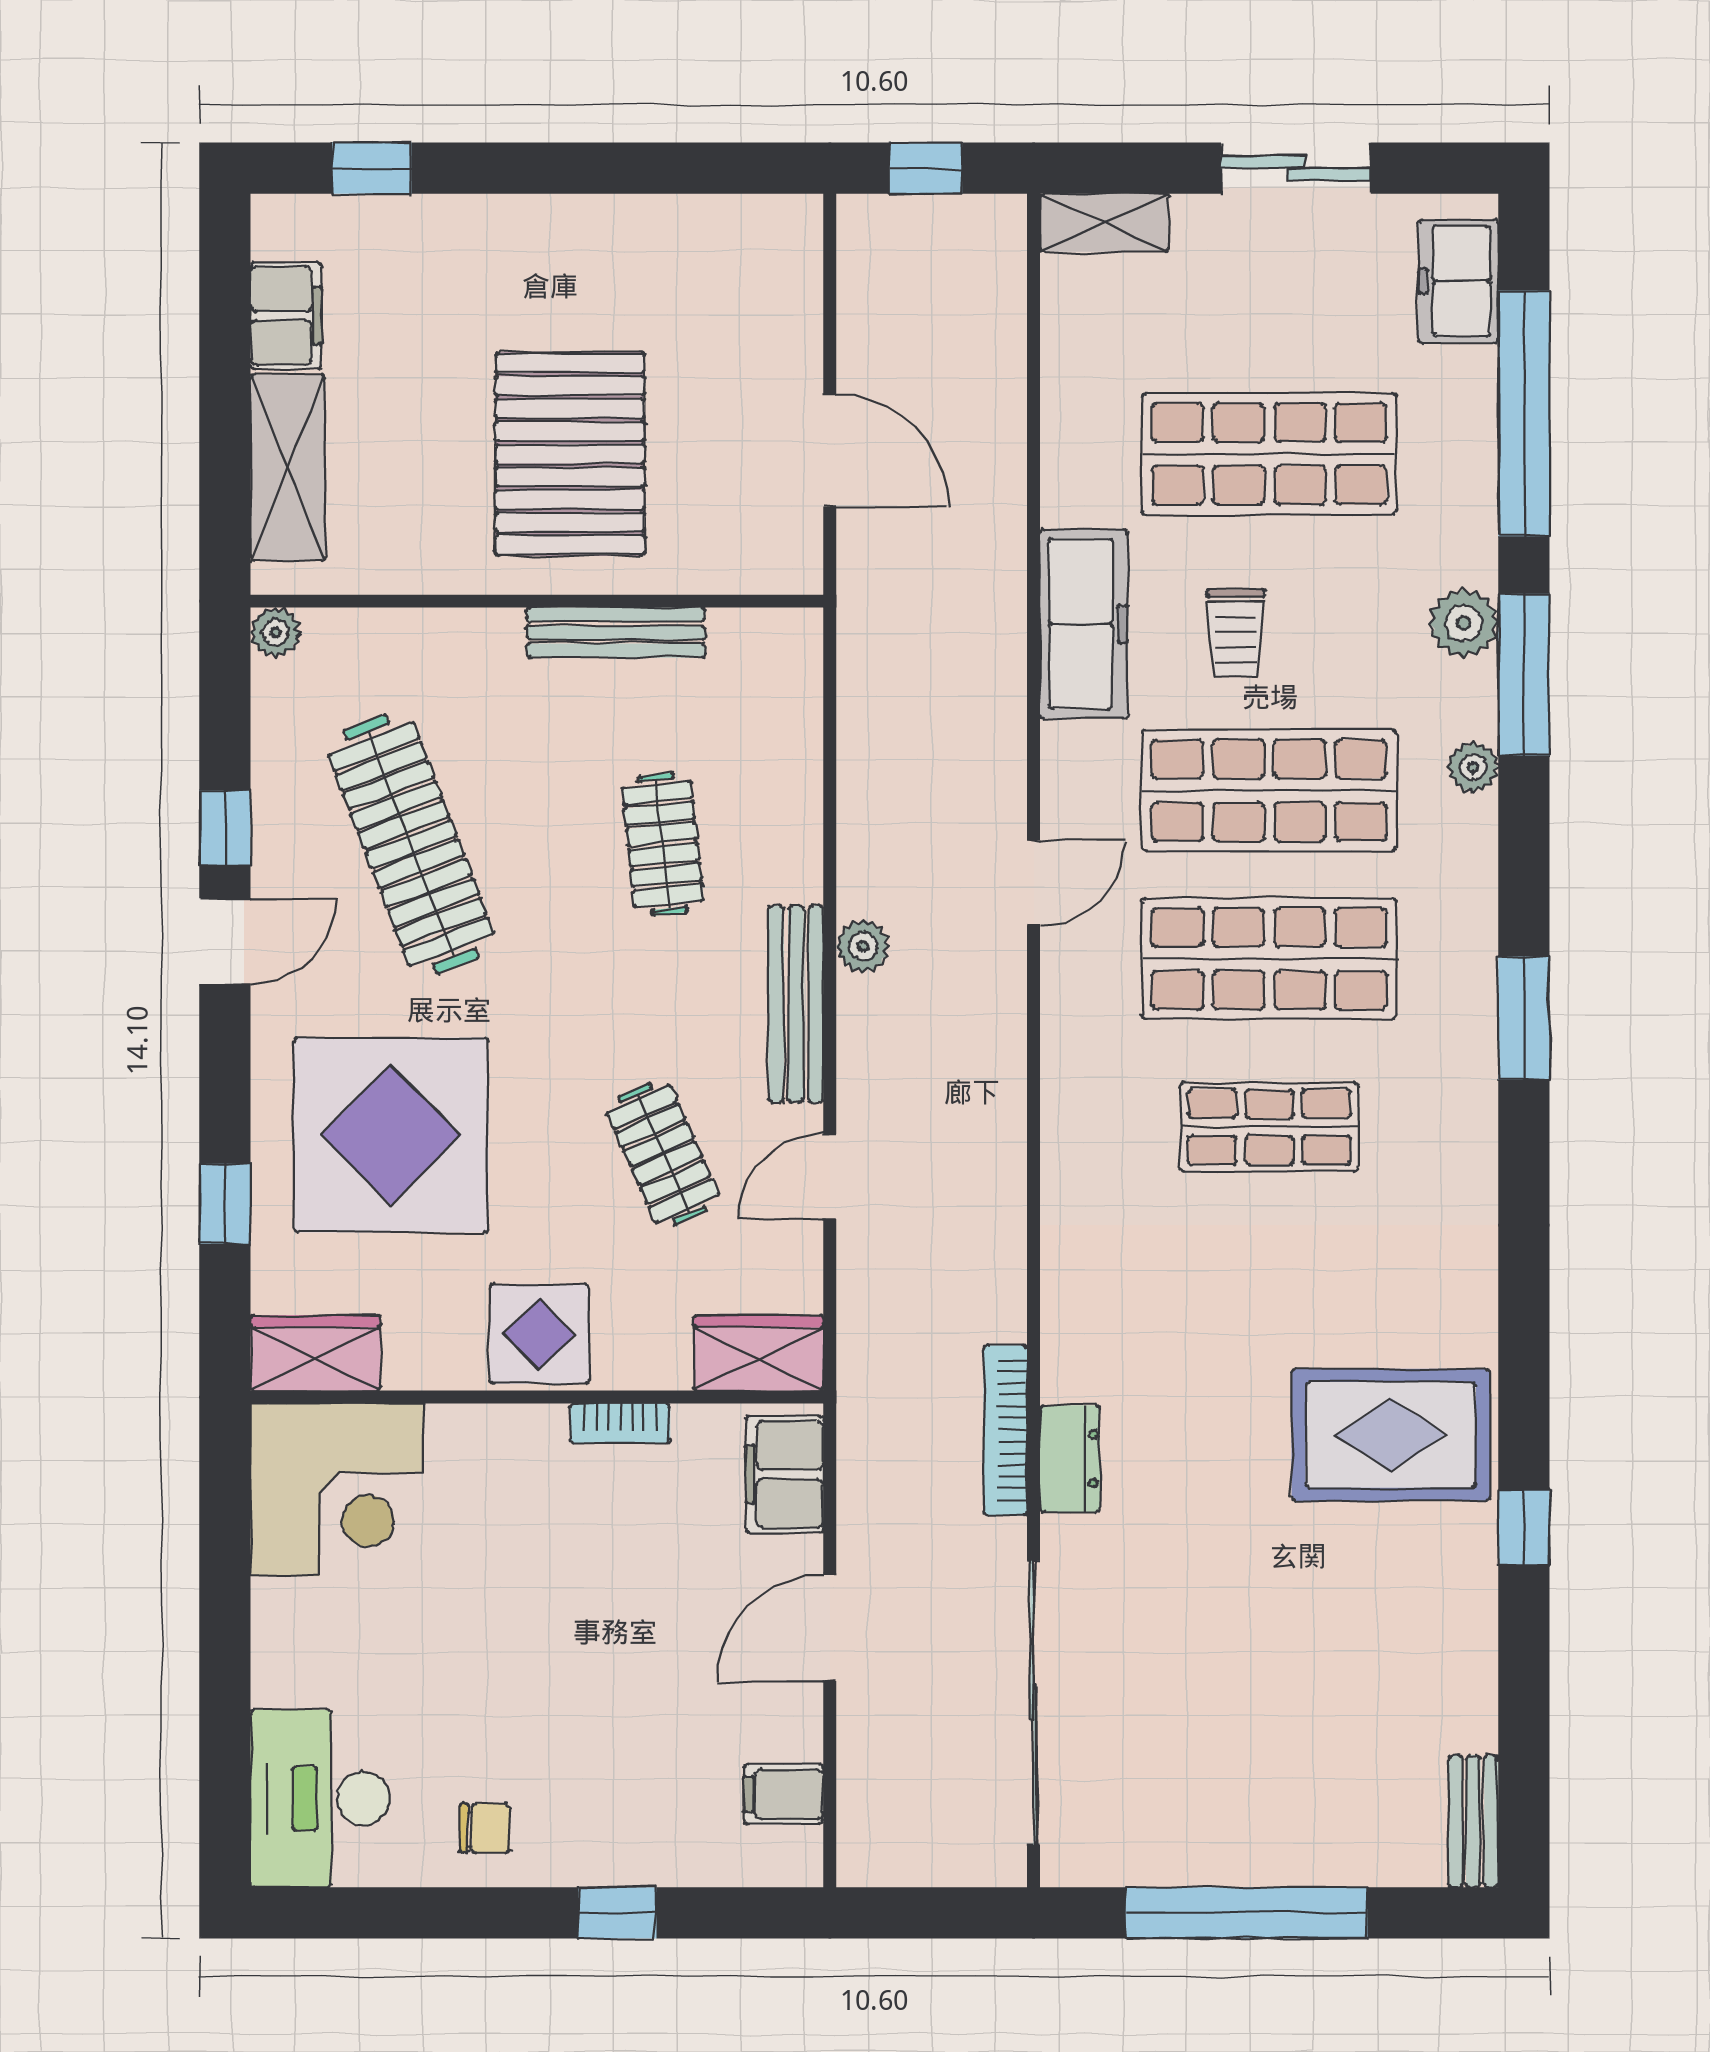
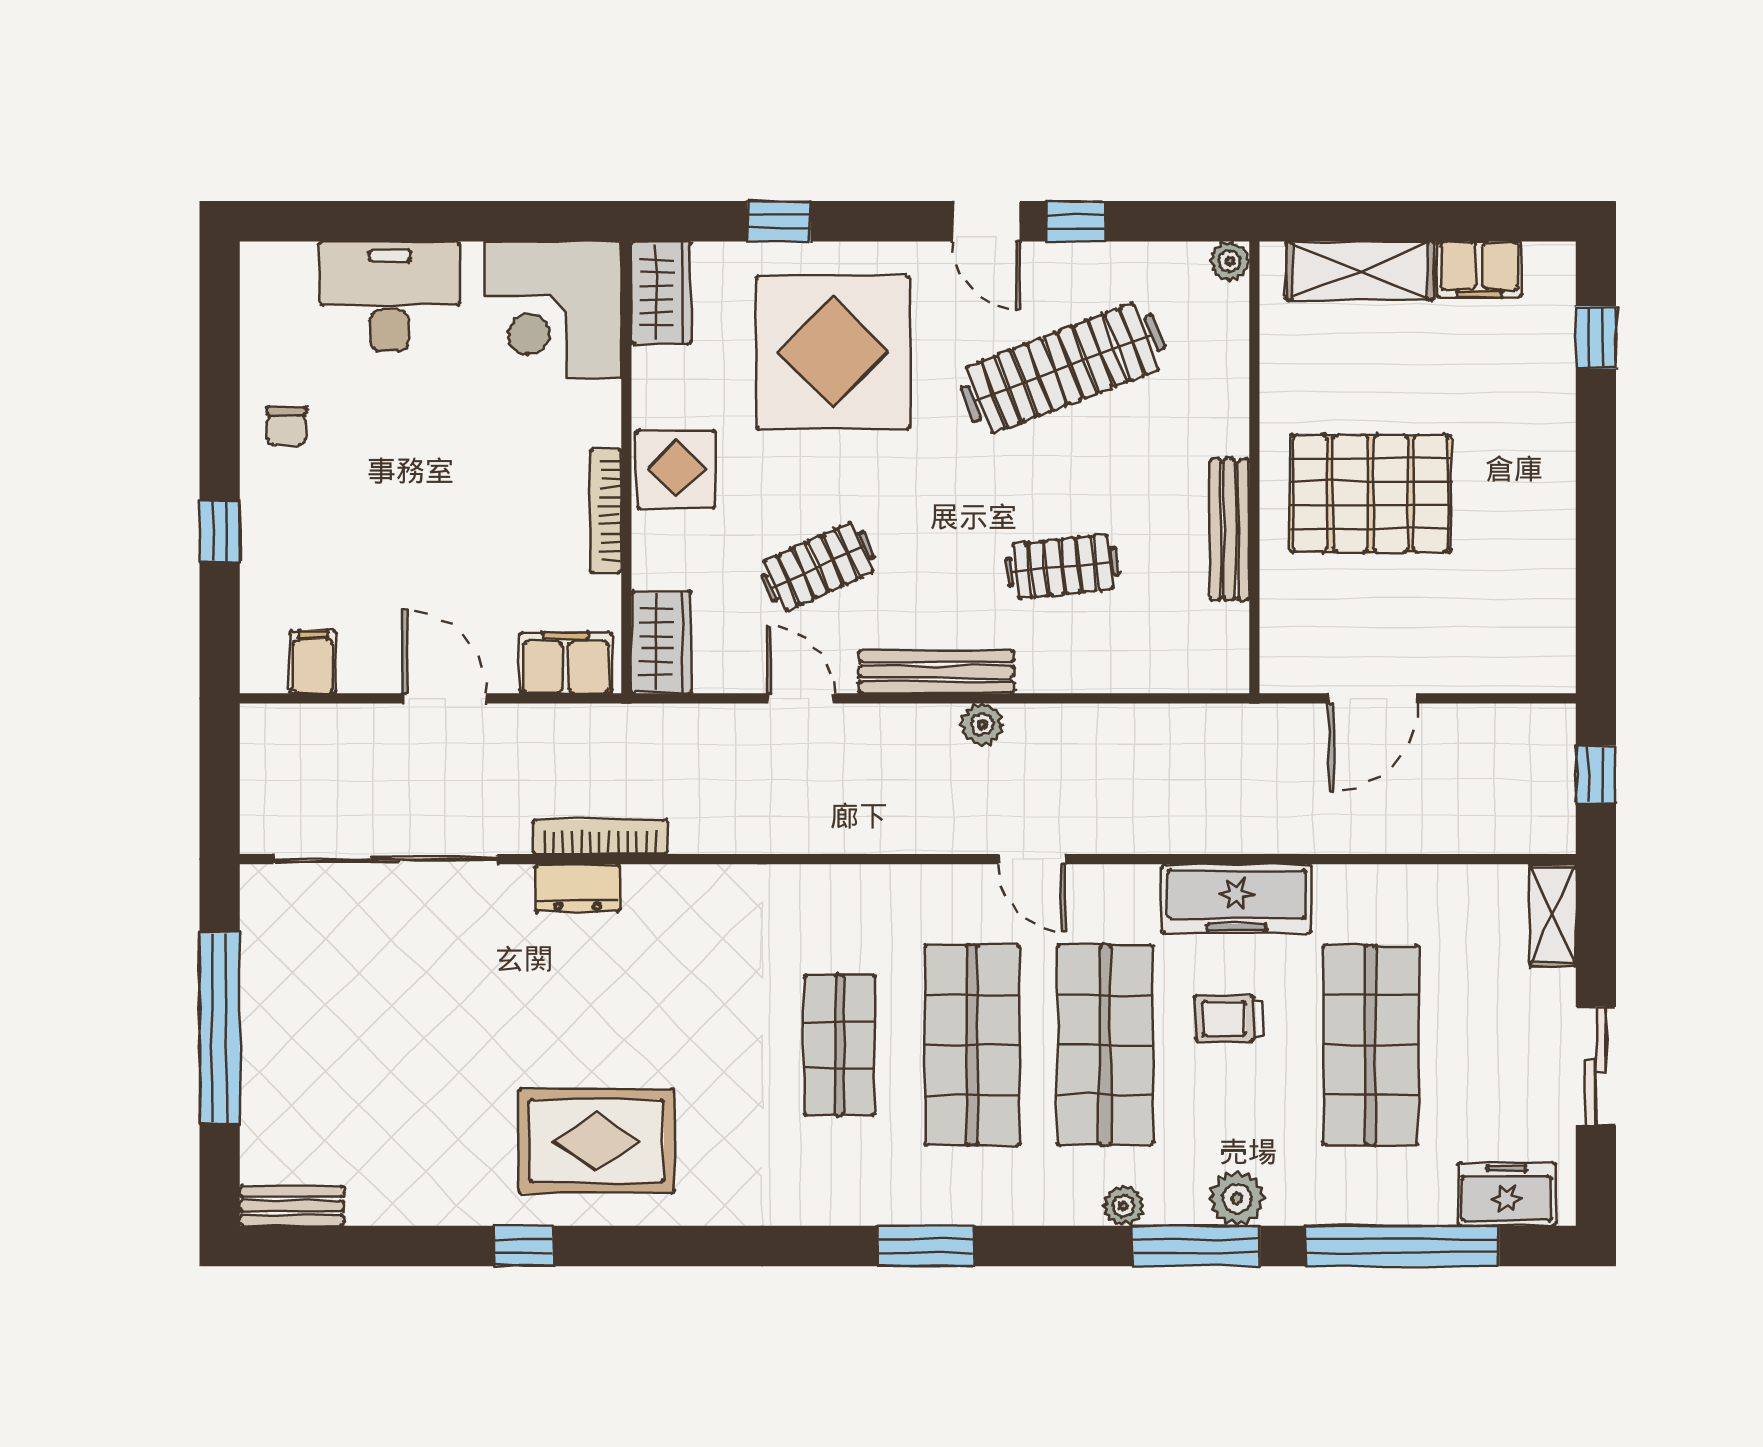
bookcase: (620, 1423) -> (606, 511), width x1.56
rug: (1391, 1435) -> (597, 1141), turned 90
desk: (320, 1799) -> (390, 296), moved

